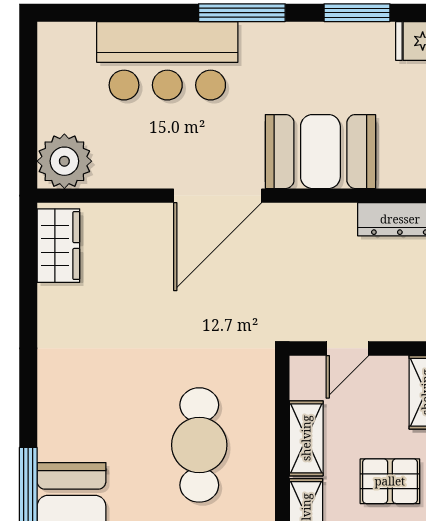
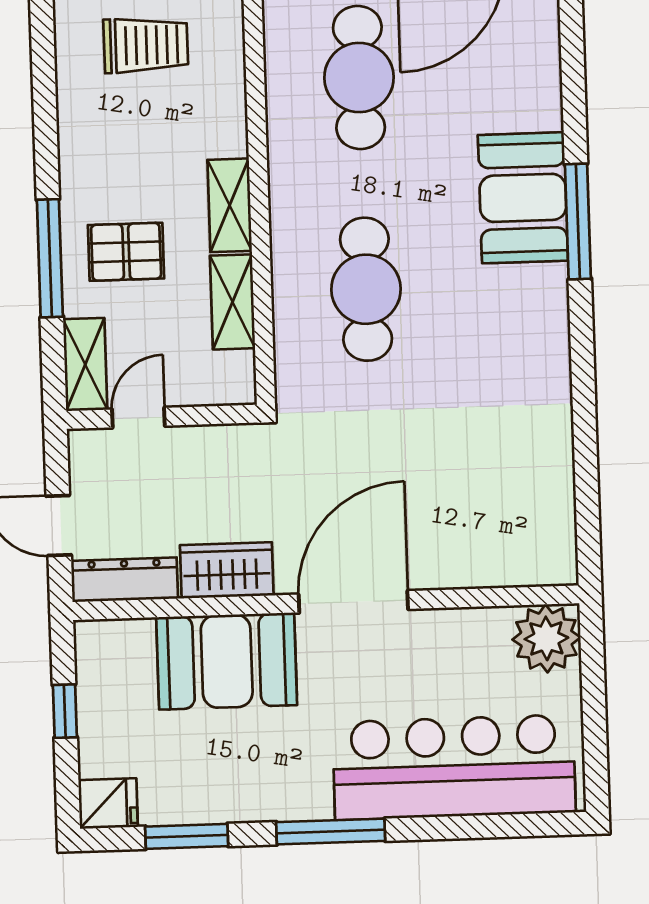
bar counter: (167, 61) -> (454, 767), width x1.36
wardrobe: (58, 246) -> (227, 570), moved, turned 90
door: (347, 348) -> (138, 418), moved

